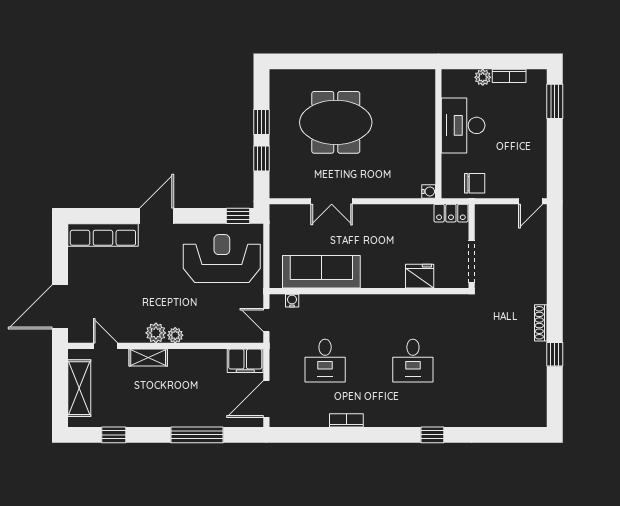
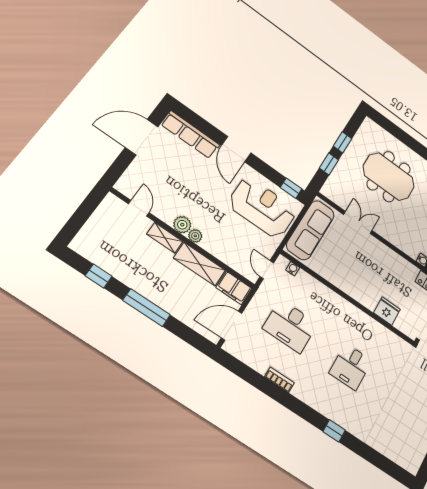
double door: (332, 201) -> (358, 223), swing flipped
door: (157, 216) -> (236, 149), swing flipped
sofa: (321, 272) -> (310, 230), moved, turned 90
door: (60, 307) -> (142, 137), moved
desk: (325, 361) -> (290, 326), width x1.37
shelving: (79, 388) -> (199, 264), moved, turned 90
window: (197, 435) -> (147, 308), moved

